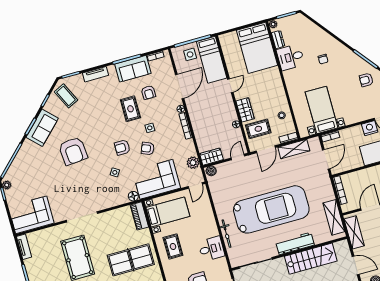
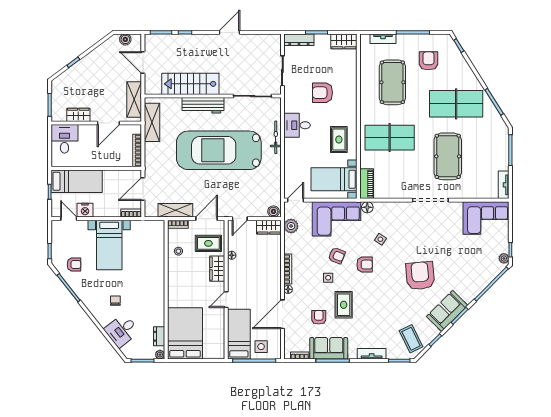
desk: (291, 57) -> (122, 330), moved, turned 142
bed with nightstands: (322, 110) -> (109, 245), moved

